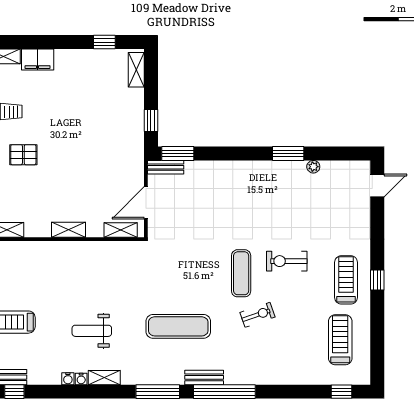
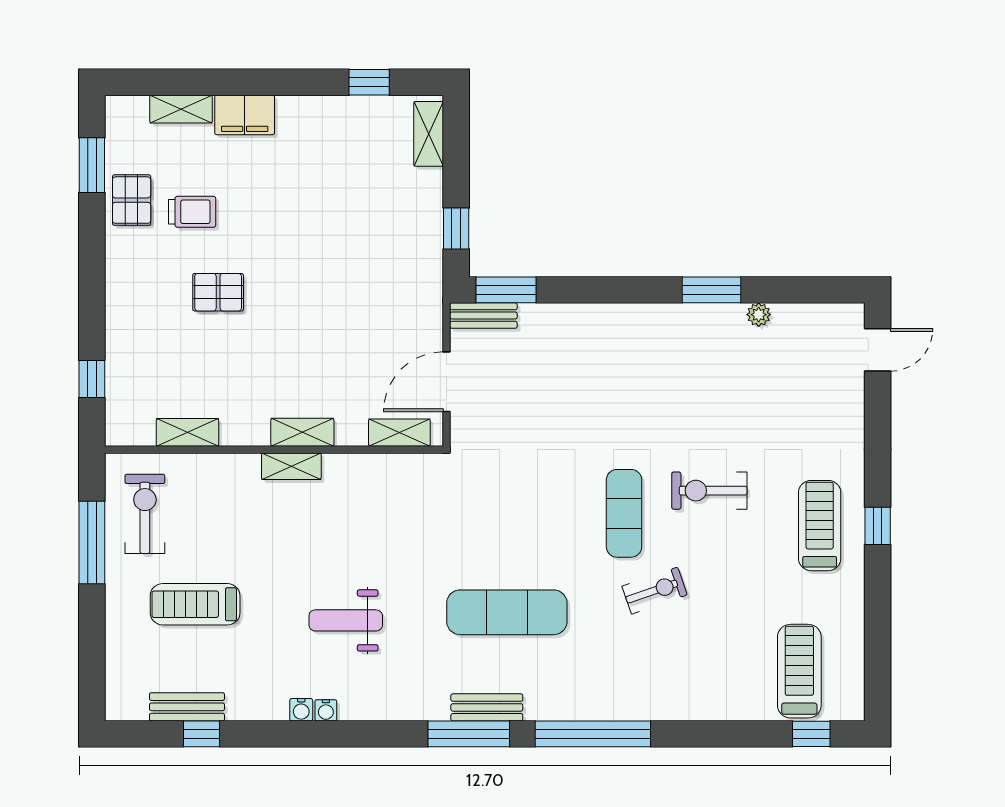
treadmill: (340, 340) -> (799, 671), moved
bench: (204, 377) -> (487, 707), moved
shelving: (104, 378) -> (291, 466), moved

